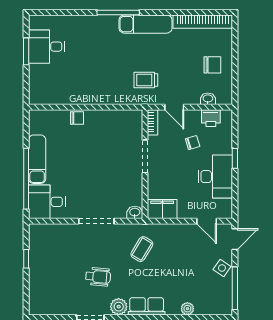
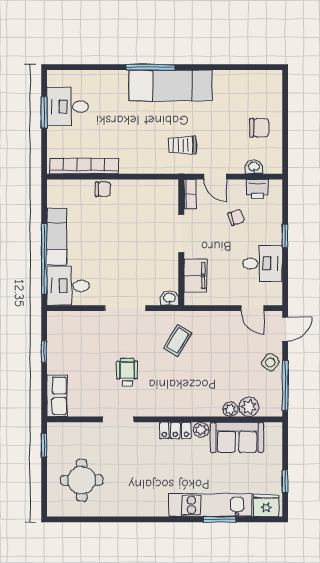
bookcase: (203, 22) -> (84, 166), moved, turned 180
exam couch: (146, 24) -> (171, 85), width x1.36, depth x1.45
desk: (215, 177) -> (263, 263), width x0.73
filing cabinet: (162, 209) -> (195, 276), moved, turned 90
wheelchair: (98, 277) -> (127, 372), turned -95
row of seats: (147, 306) -> (57, 396), moved, turned 90
plant: (119, 307) -> (249, 407), moved

